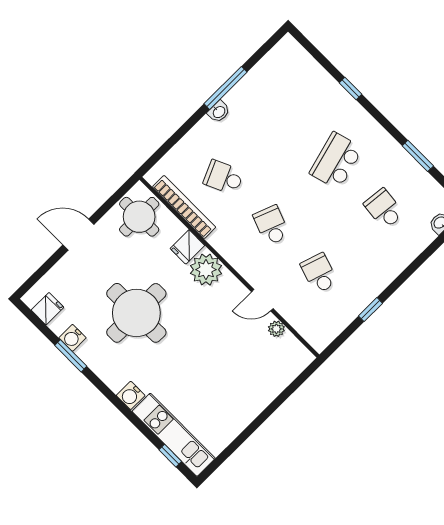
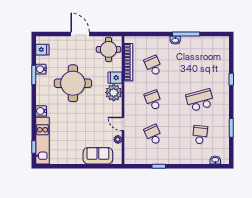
school desk: (271, 225) -> (153, 100), turned -42
school desk: (319, 273) -> (153, 135), turned -42
sofa: (271, 379) -> (98, 156), added

